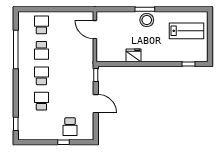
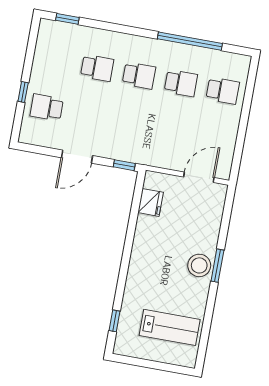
lab bench: (186, 31) -> (170, 327), turned -90
school desk: (41, 50) -> (181, 83), turned 180
fridge: (133, 55) -> (151, 202), moved

